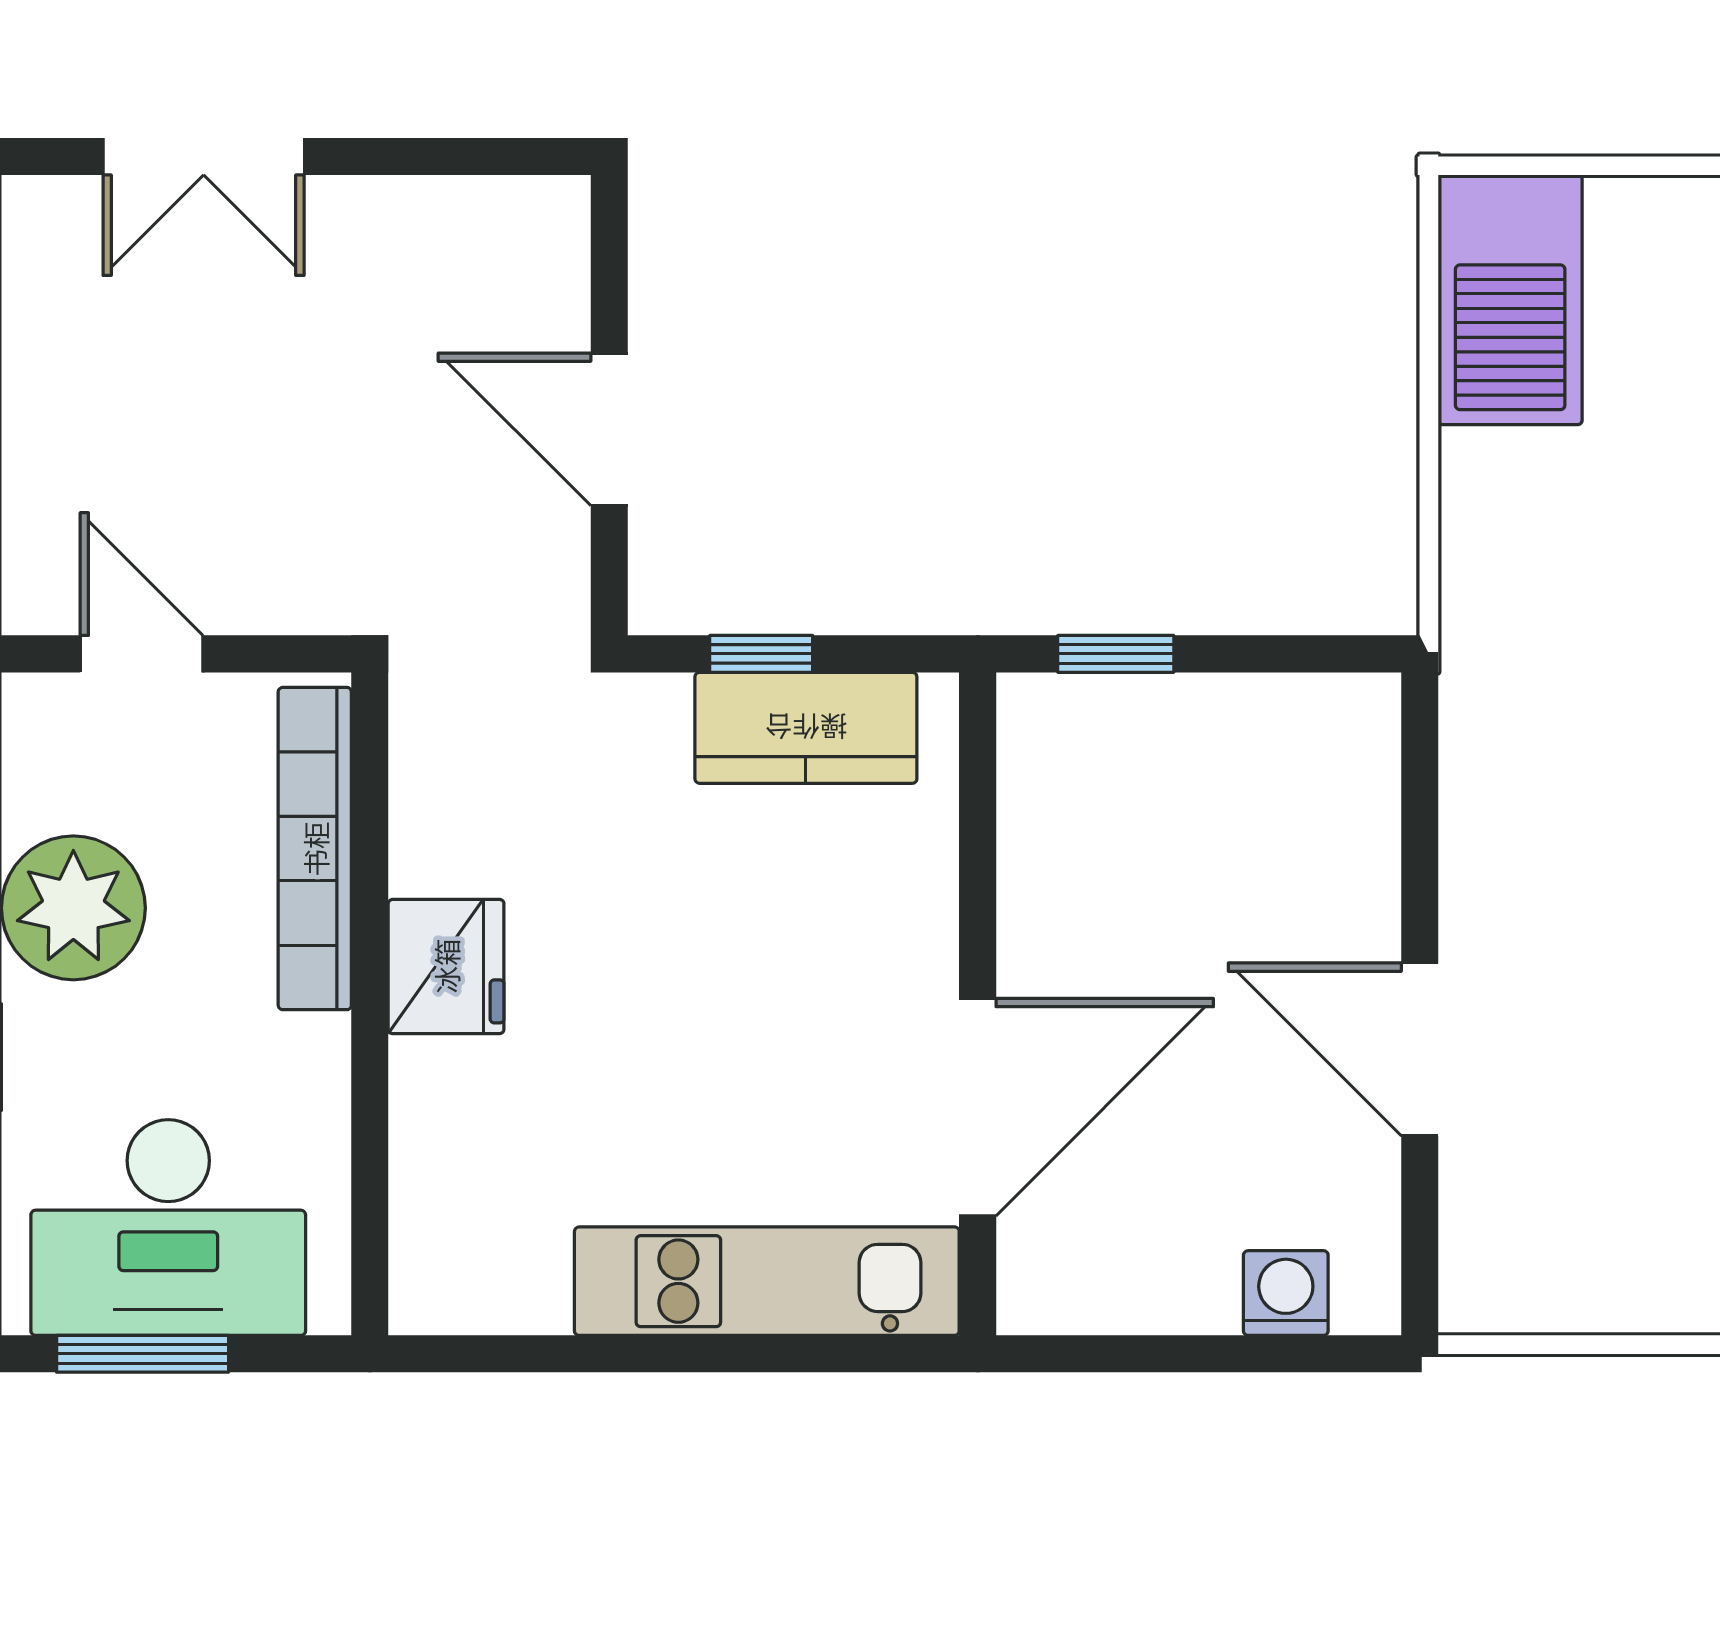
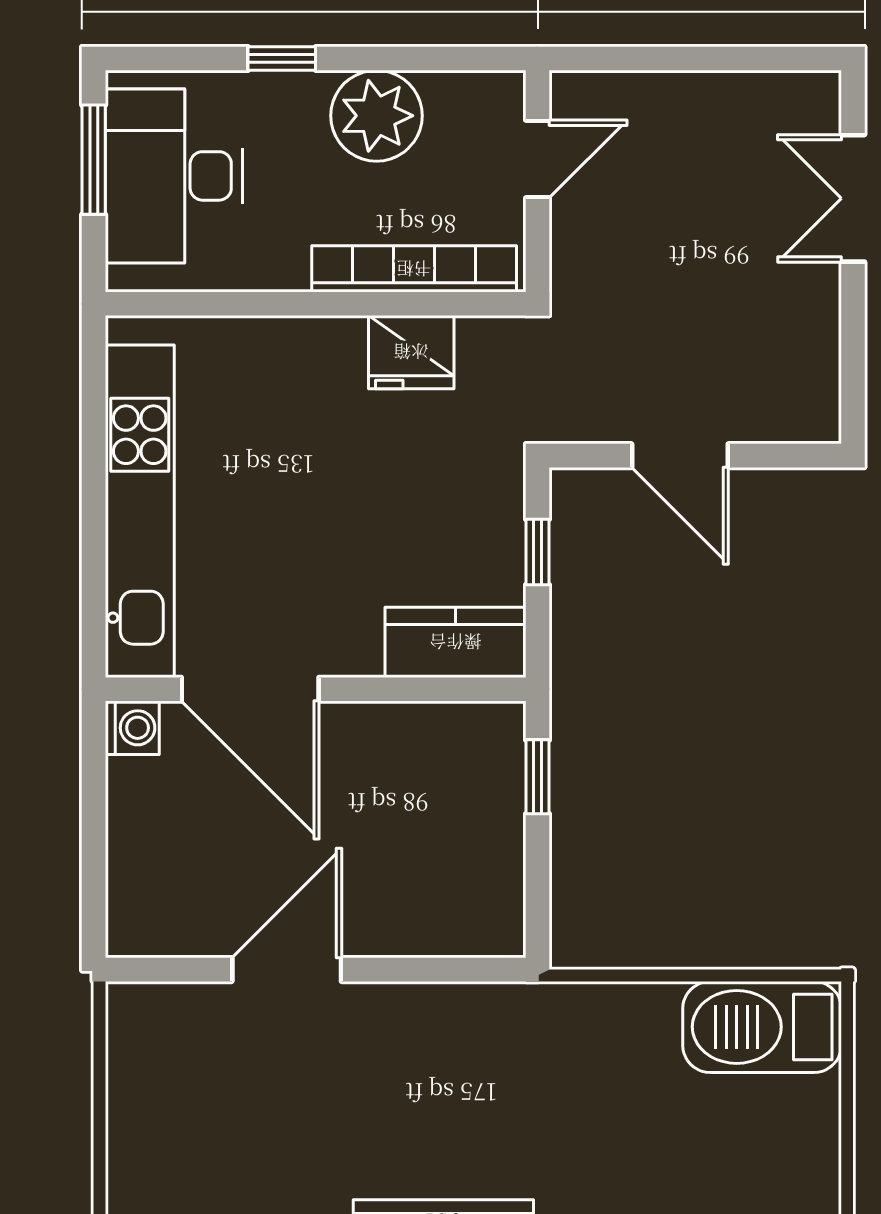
door: (609, 429) -> (680, 456), swing flipped
kitchen counter: (806, 728) -> (455, 642), moved, turned 90
fridge: (446, 966) -> (411, 352), moved
kitchen unit: (767, 1281) -> (140, 511), width x1.36
washing machine: (1286, 1293) -> (132, 728), moved

